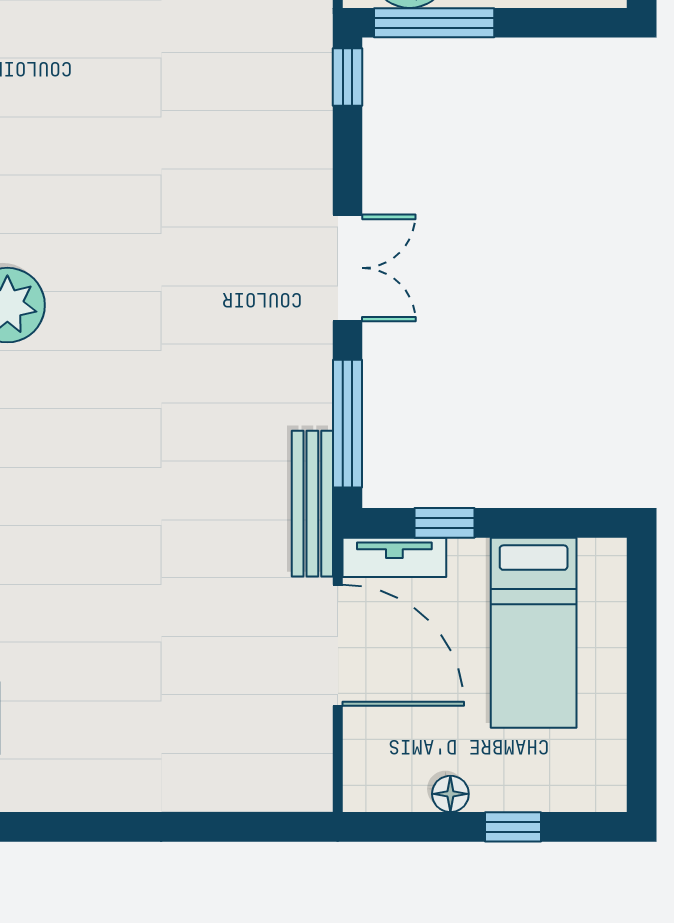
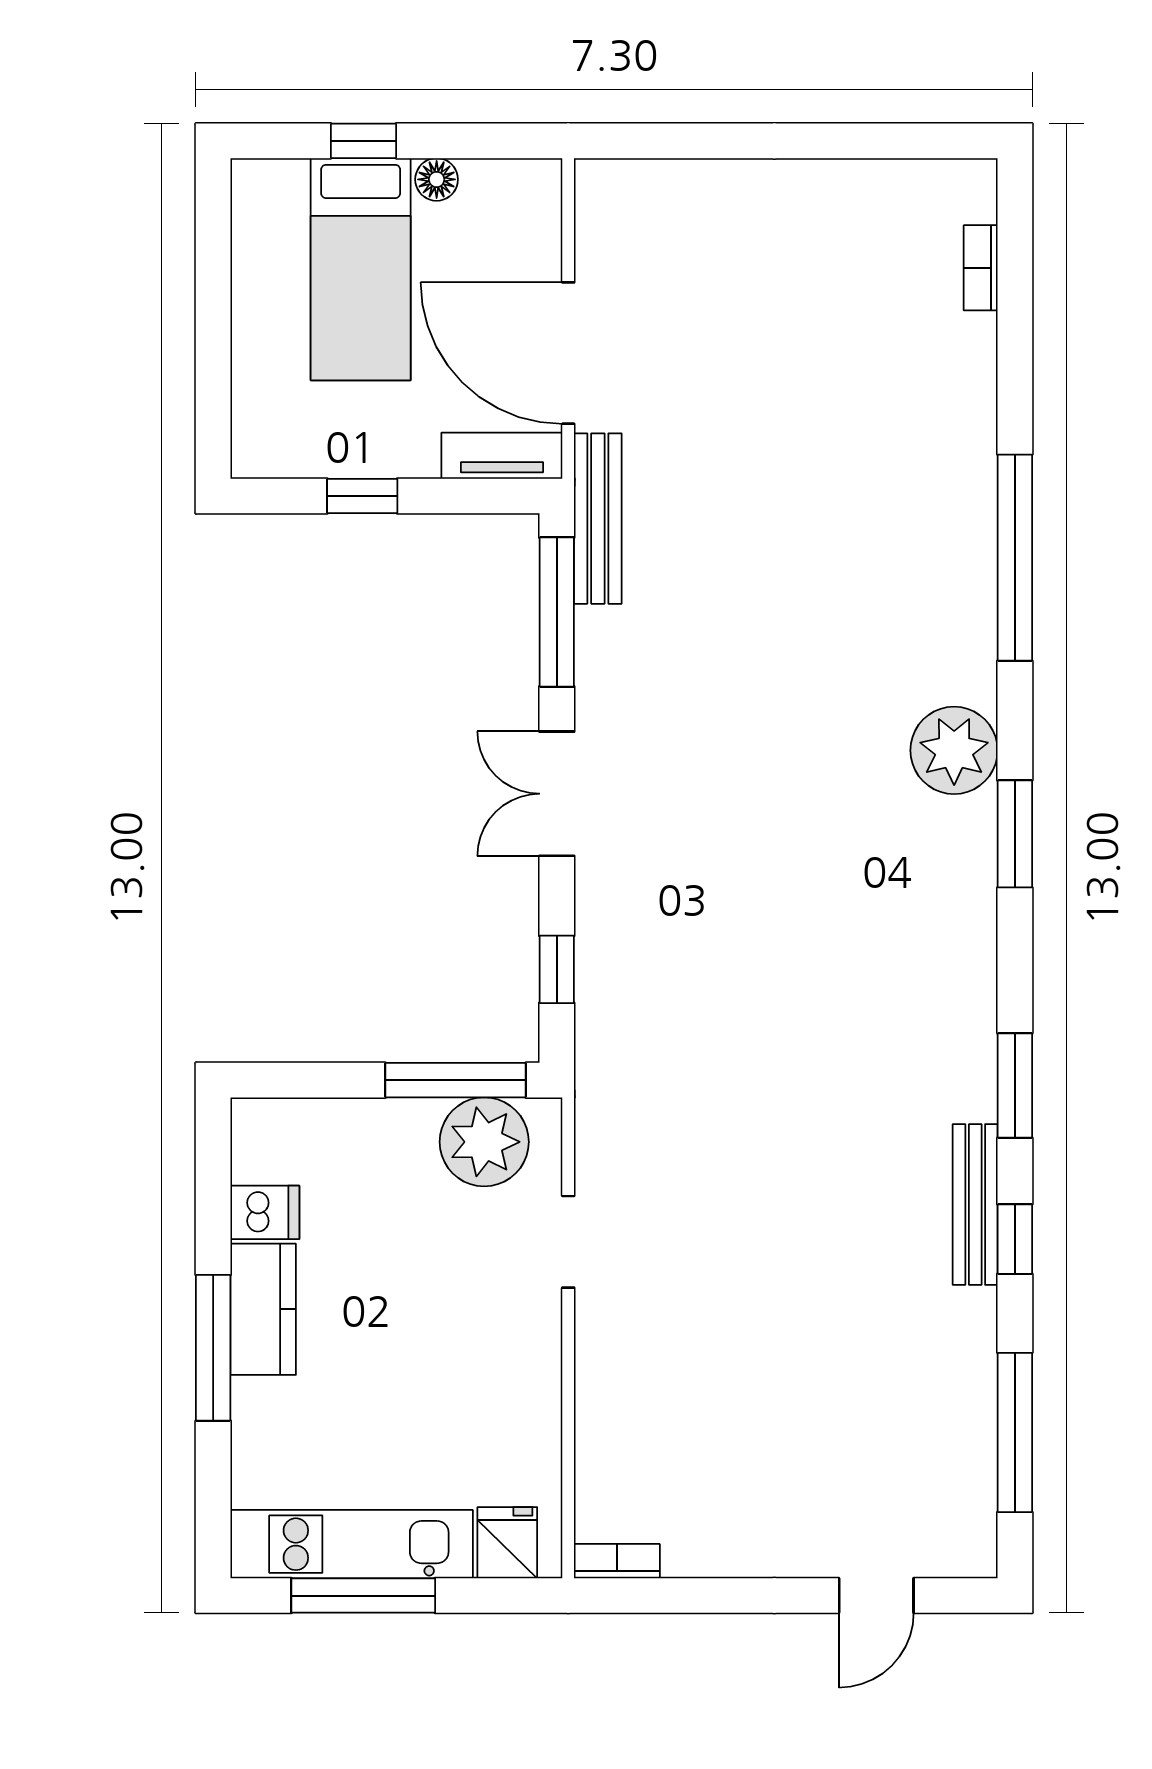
window: (348, 77) -> (557, 969), moved
window: (445, 523) -> (362, 496), moved
bed: (534, 633) -> (361, 269), moved, turned 180

